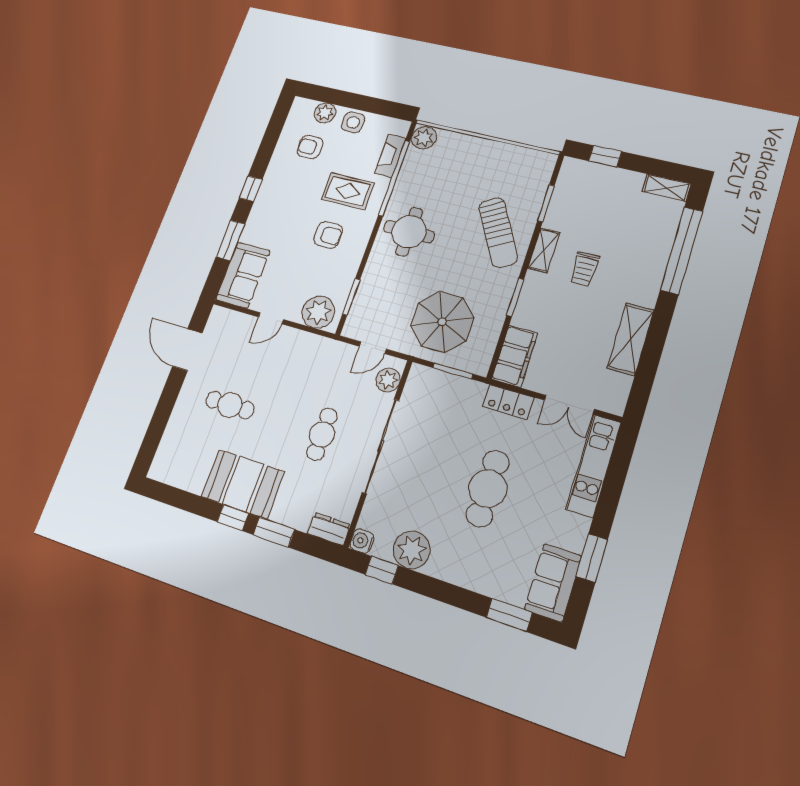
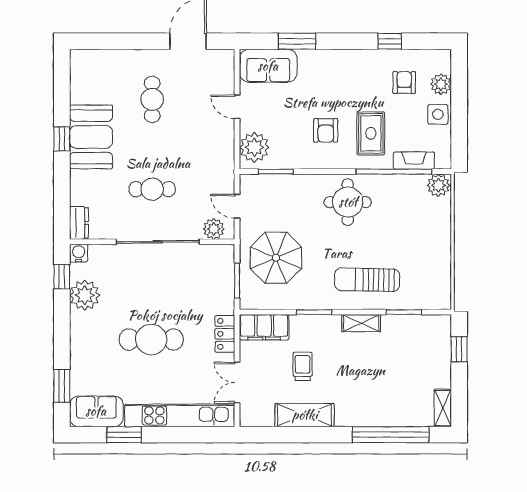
window: (251, 189) -> (390, 41), moved
sun lounger: (498, 232) -> (367, 280), turned 31
trolley: (584, 269) -> (303, 366), moved, turned 90
kitchen unit: (593, 466) -> (180, 415), width x1.36
window: (274, 532) -> (62, 178), removed

